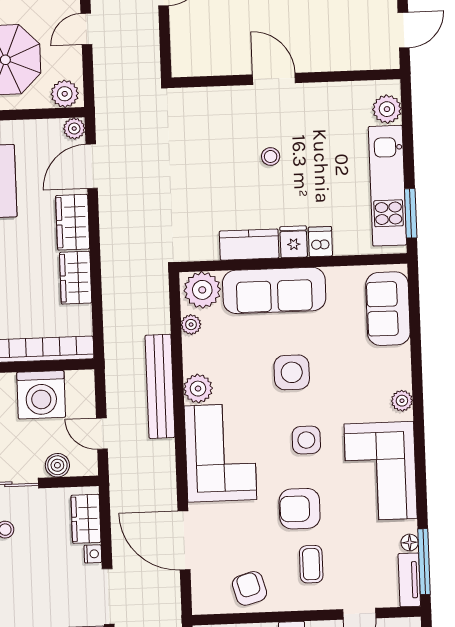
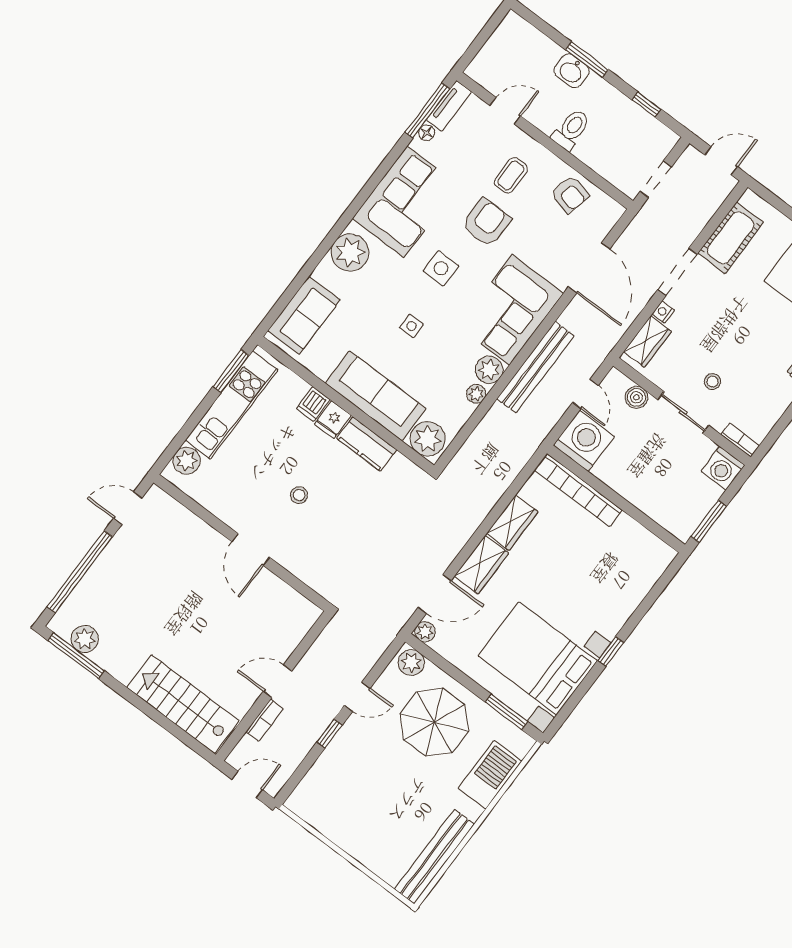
plant: (191, 325) -> (476, 394), moved
side table: (292, 372) -> (411, 326), width x0.54, depth x0.54
bench: (160, 386) -> (535, 367), moved
washing machine: (41, 395) -> (584, 441), moved
plant: (402, 401) -> (350, 253), width x1.88, depth x1.88
armchair: (300, 509) -> (486, 222), turned -90
armchair: (250, 588) -> (570, 194), turned -61

